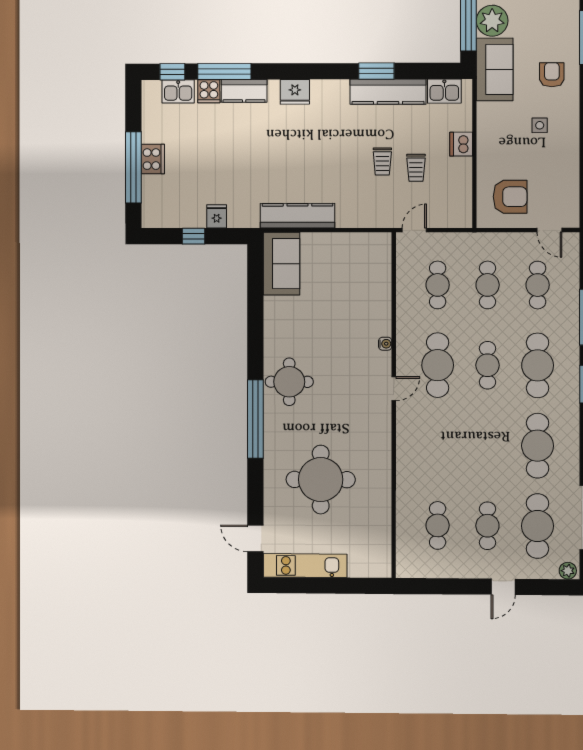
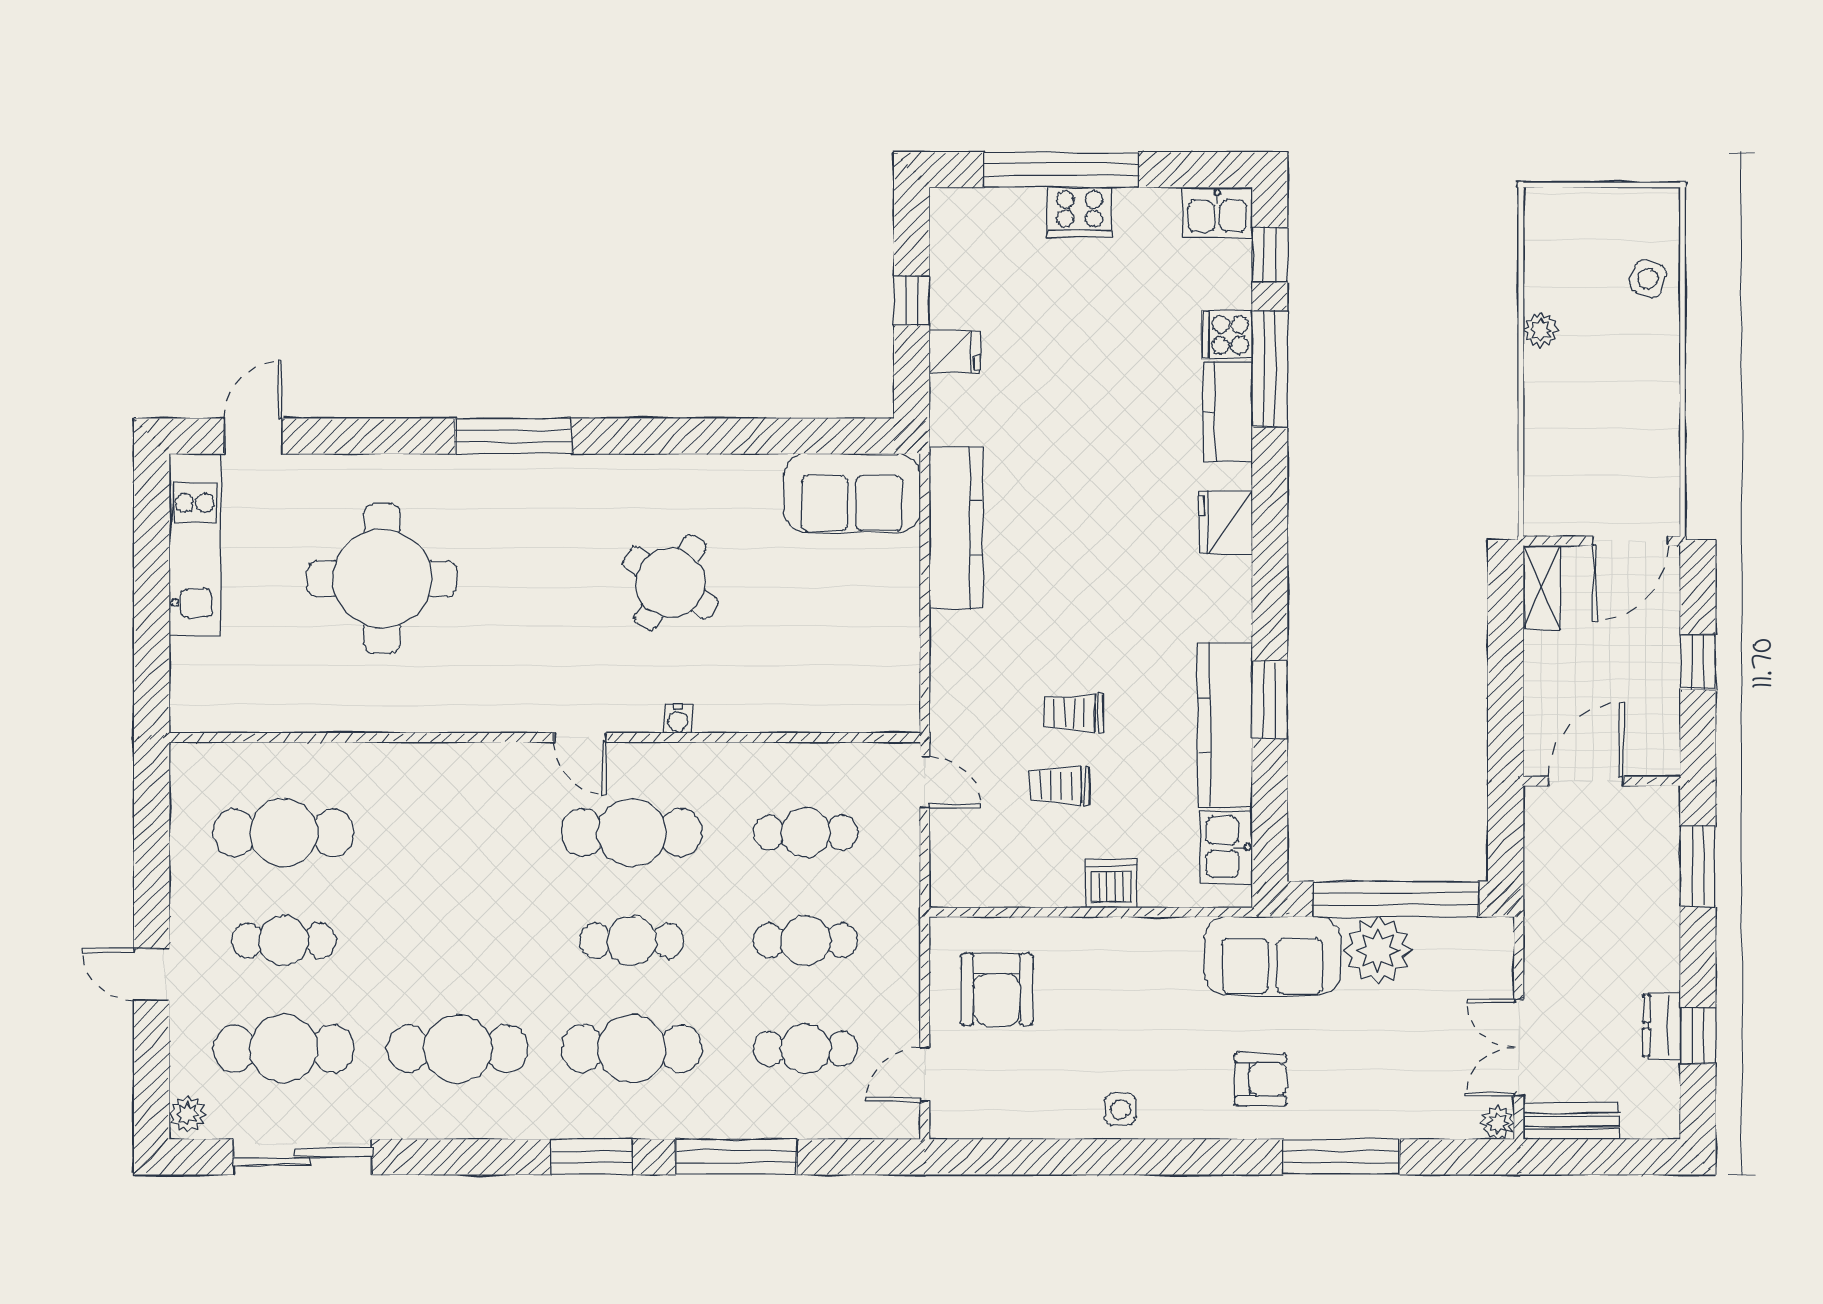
kitchen sink: (178, 91) -> (1217, 213), moved, turned -90
side table: (540, 125) -> (1120, 1109), moved
round table: (289, 382) -> (670, 583), moved, turned 33
window: (255, 419) -> (513, 436), width x0.68
cafe table: (438, 525) -> (284, 833), width x1.37, depth x1.35

